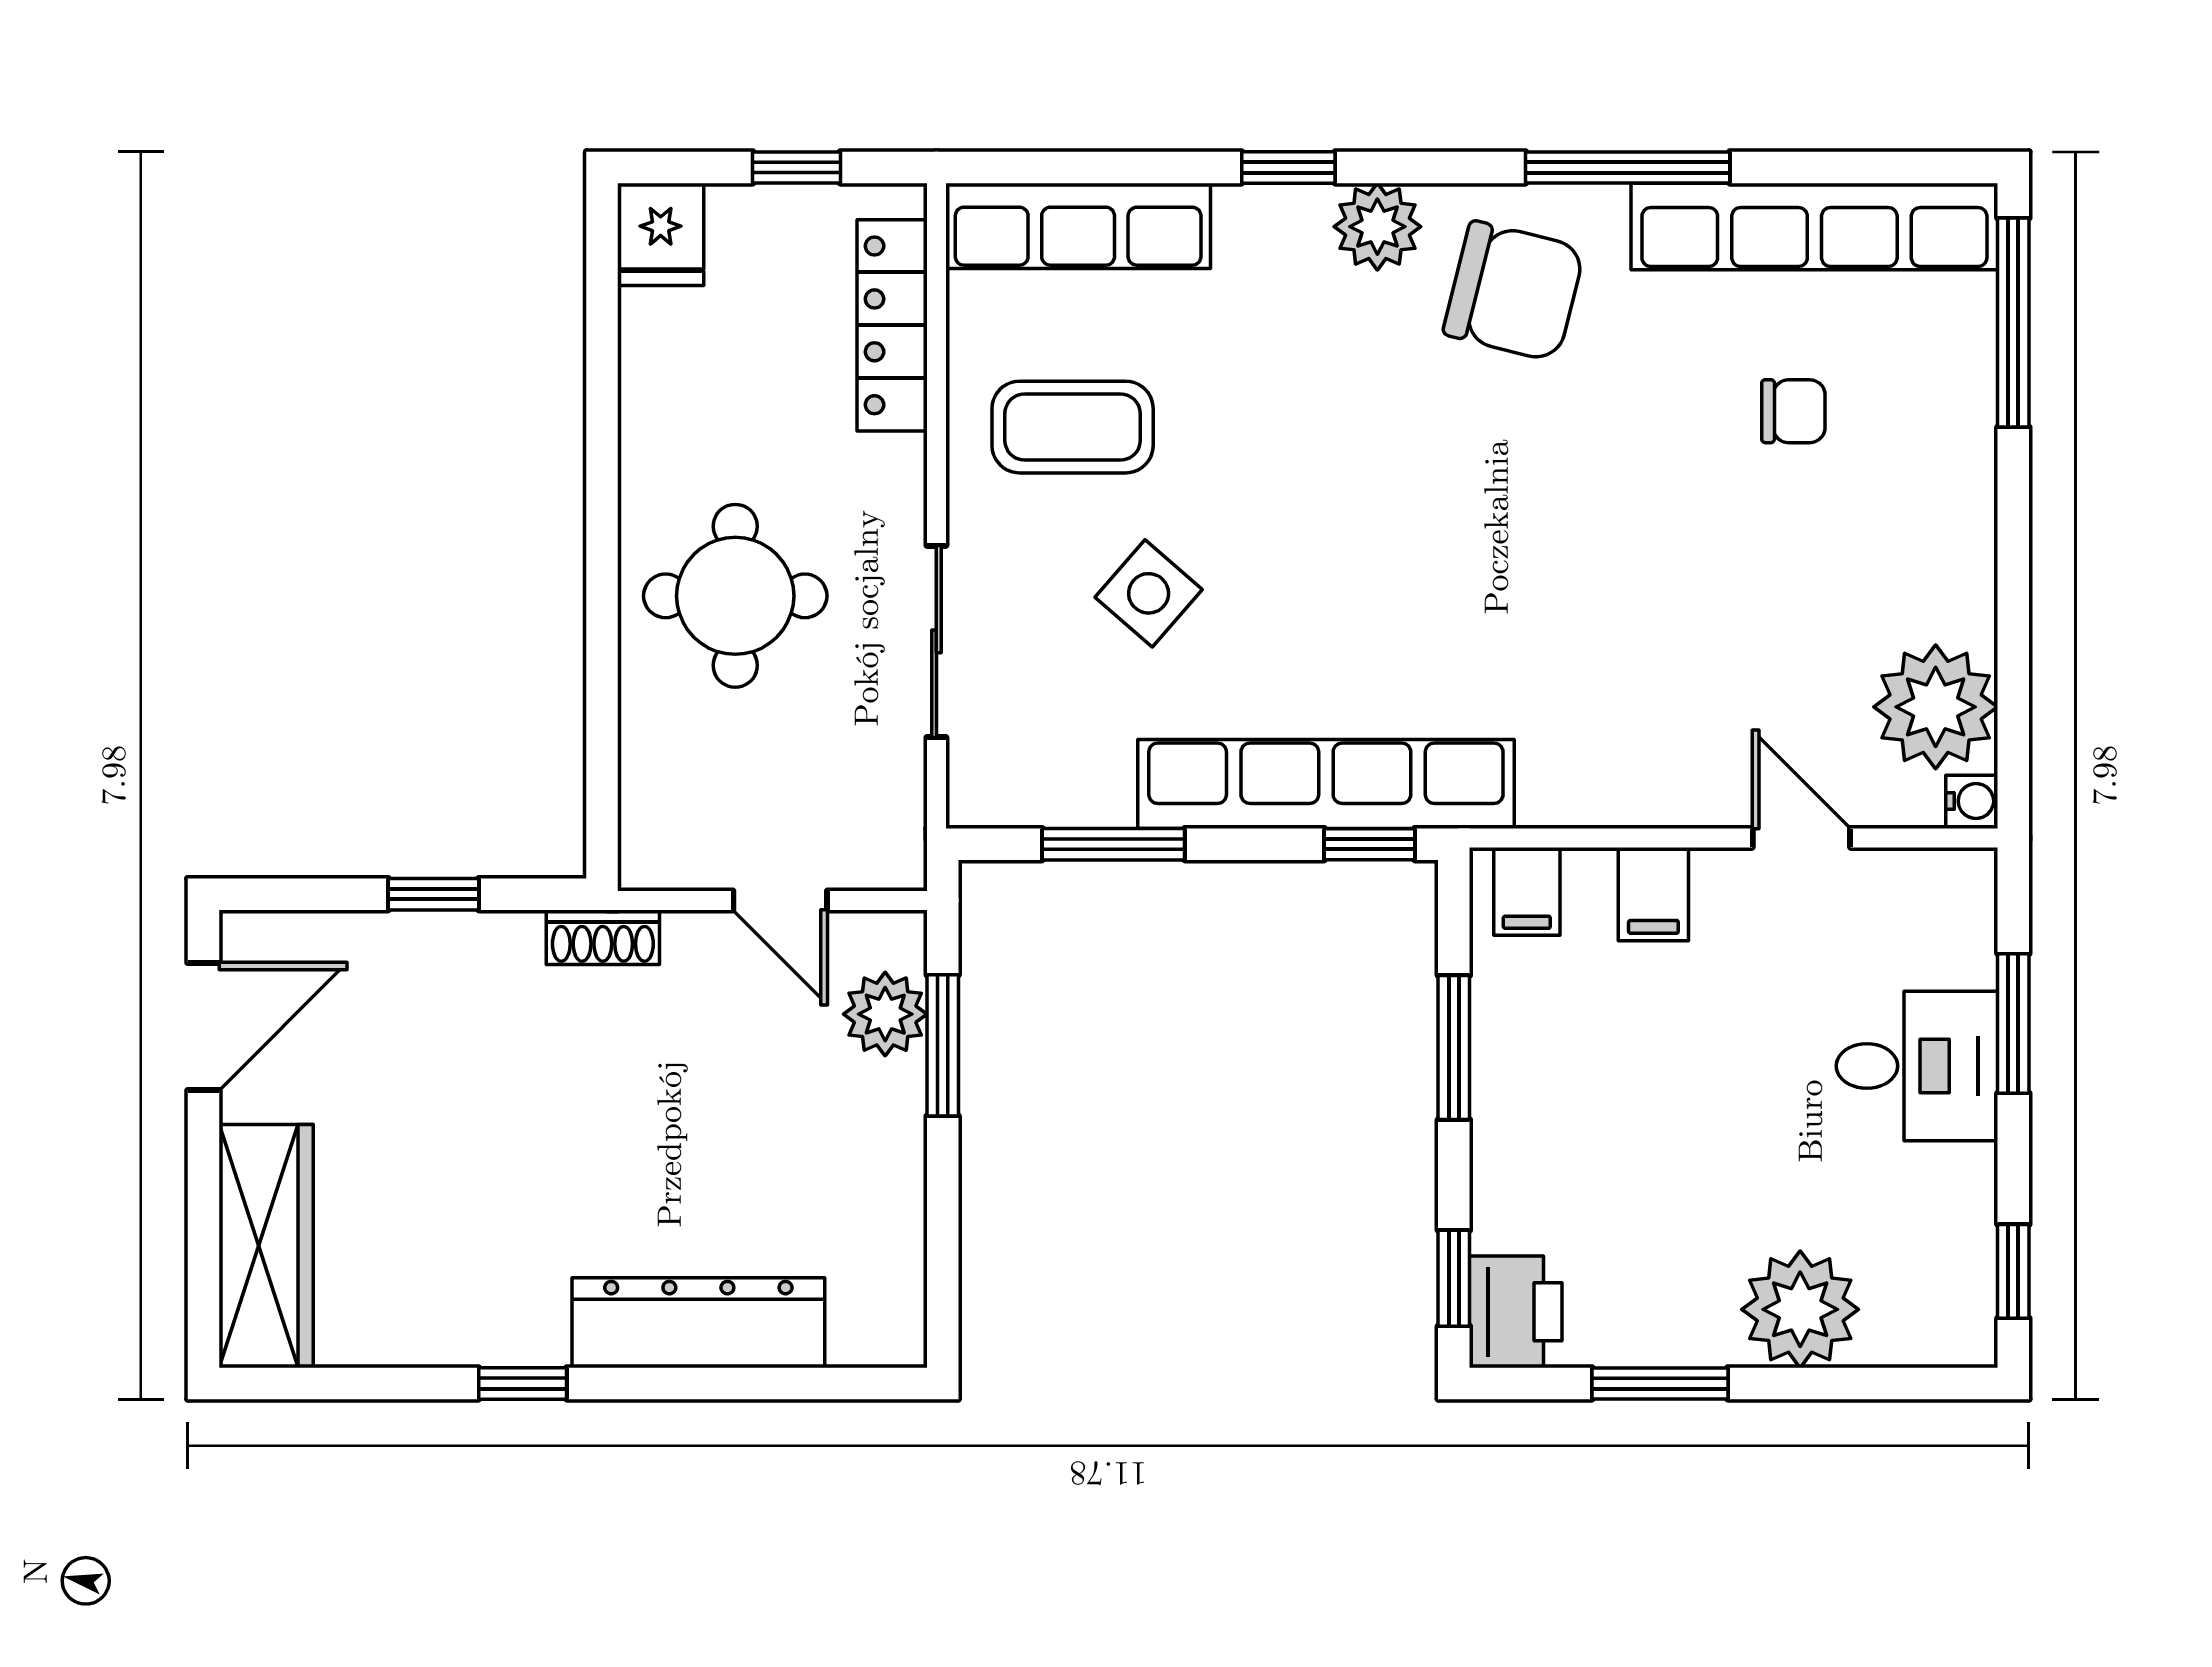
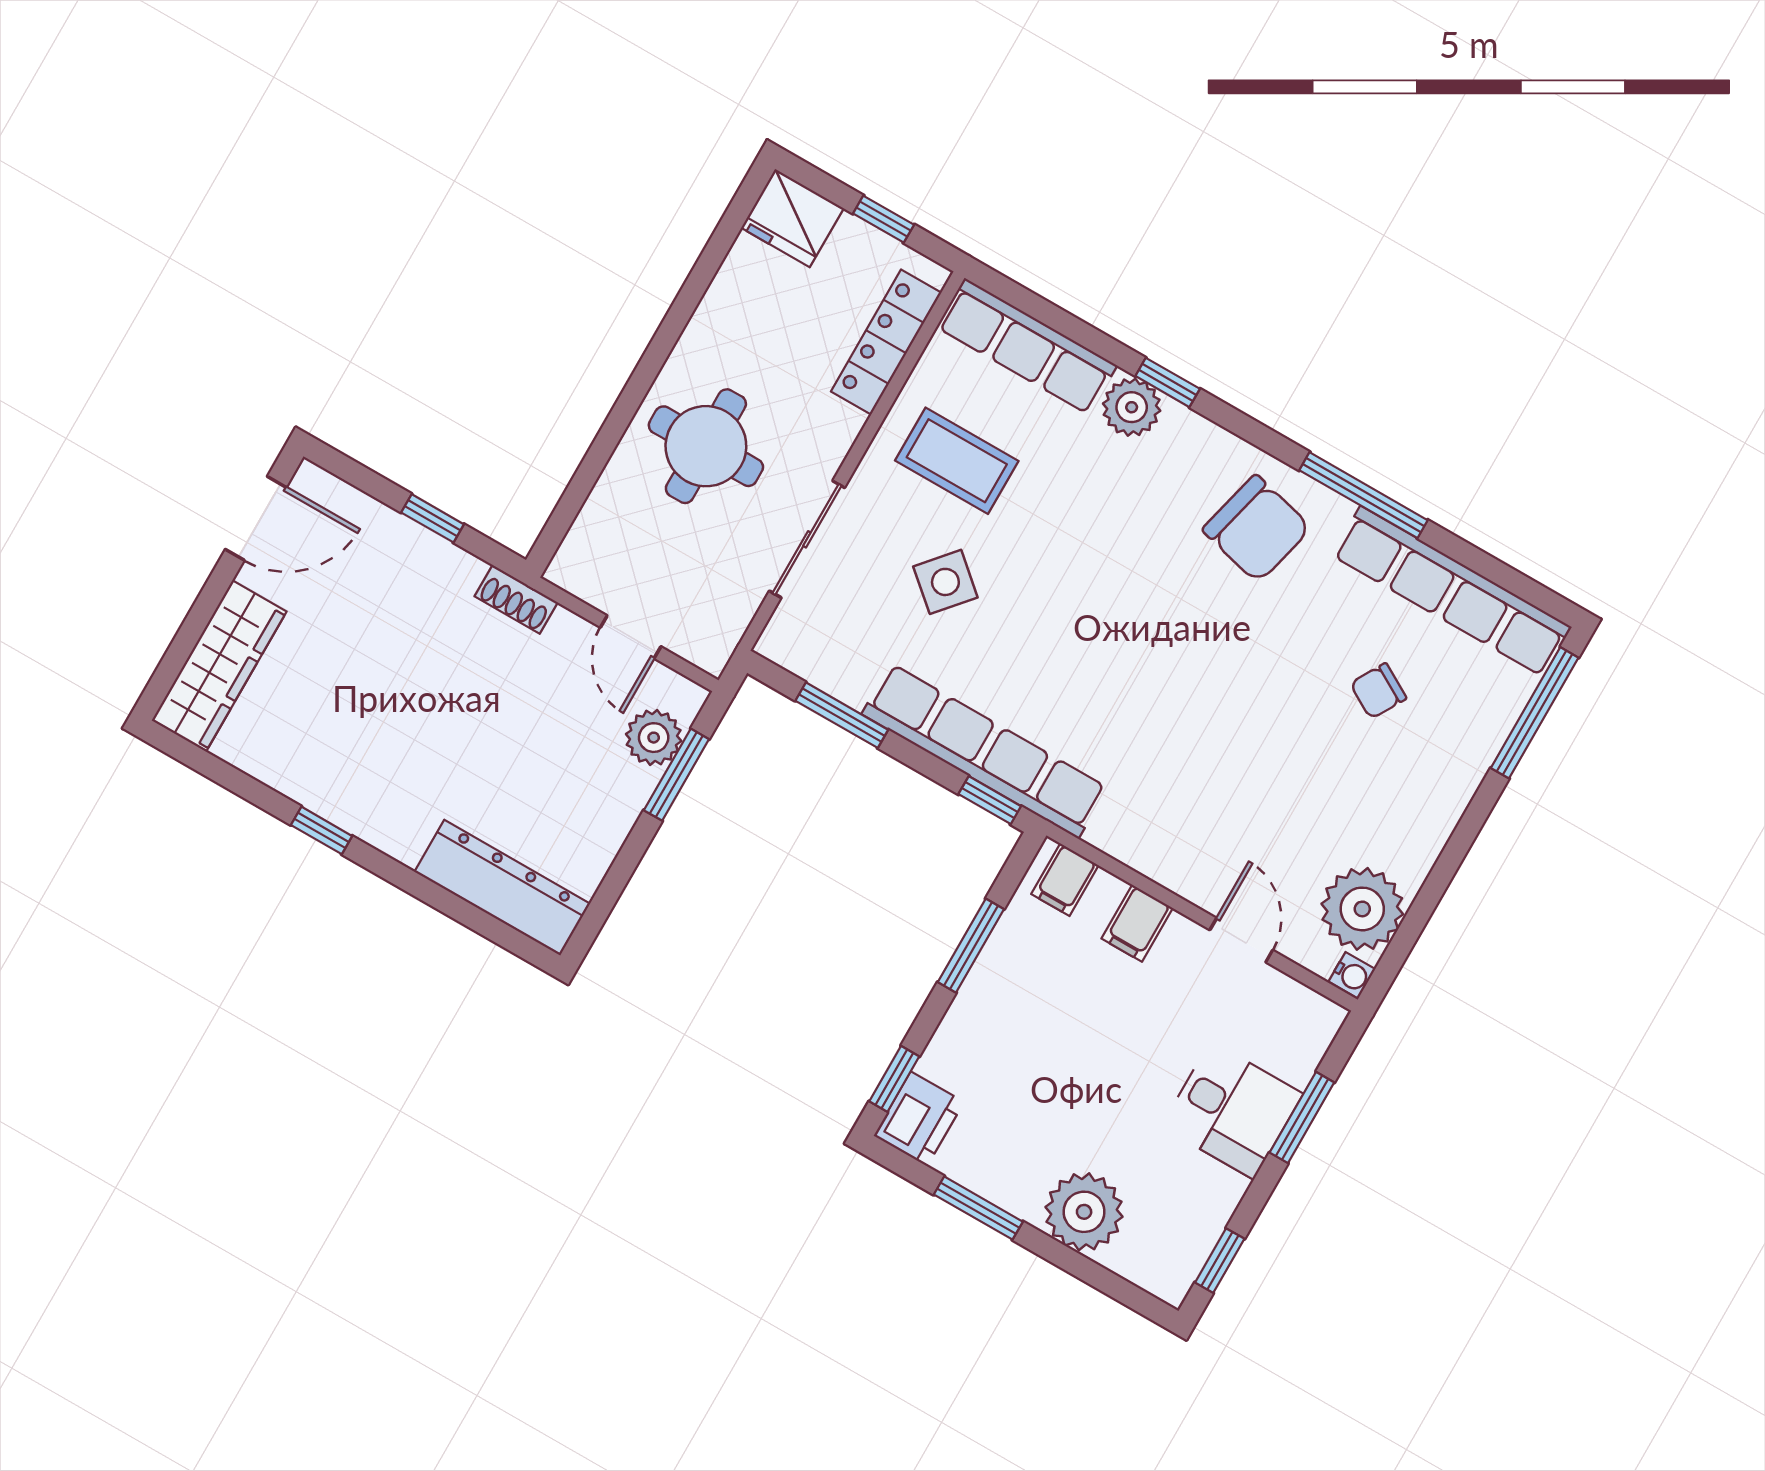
plant: (1377, 227) -> (1132, 407), moved
fridge: (661, 234) -> (792, 218), width x1.38
chair: (1793, 411) -> (1378, 691), turned 120
dresser: (698, 1323) -> (502, 888), moved

